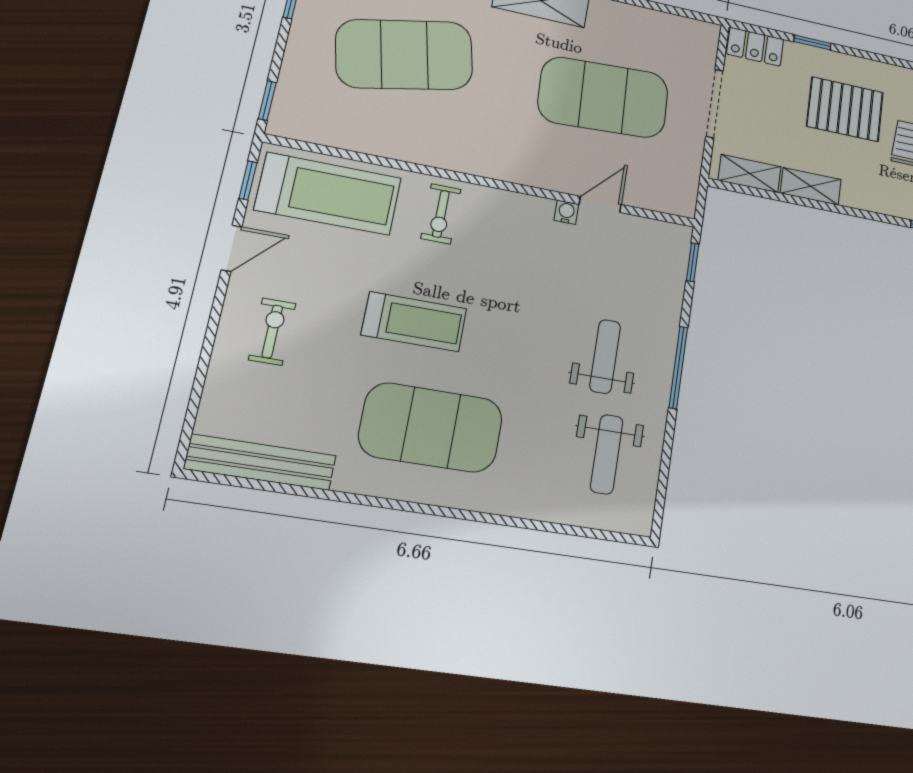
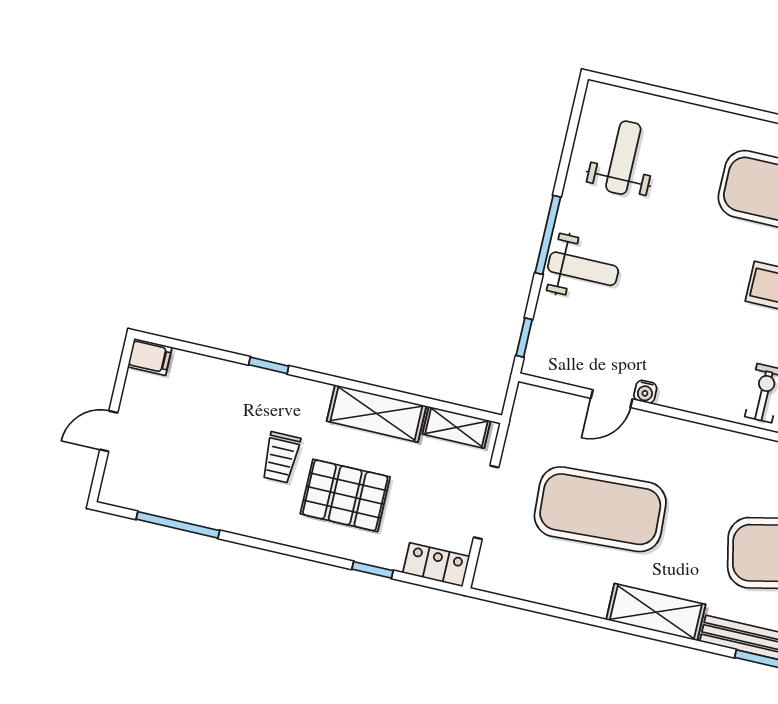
shelving: (811, 186) -> (376, 413), width x1.50, depth x1.33
weight bench: (605, 356) -> (583, 269), moved, turned -90

